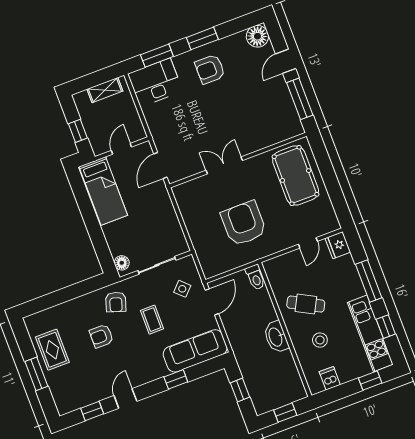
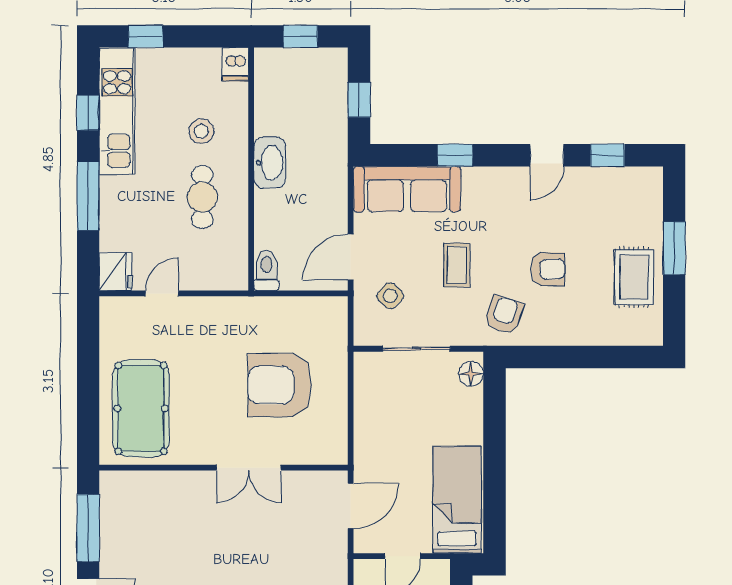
armchair: (244, 223) -> (280, 385), moved, turned 90
cafe table: (306, 304) -> (202, 197), turned 62
dishwasher: (330, 378) -> (235, 64), moved

